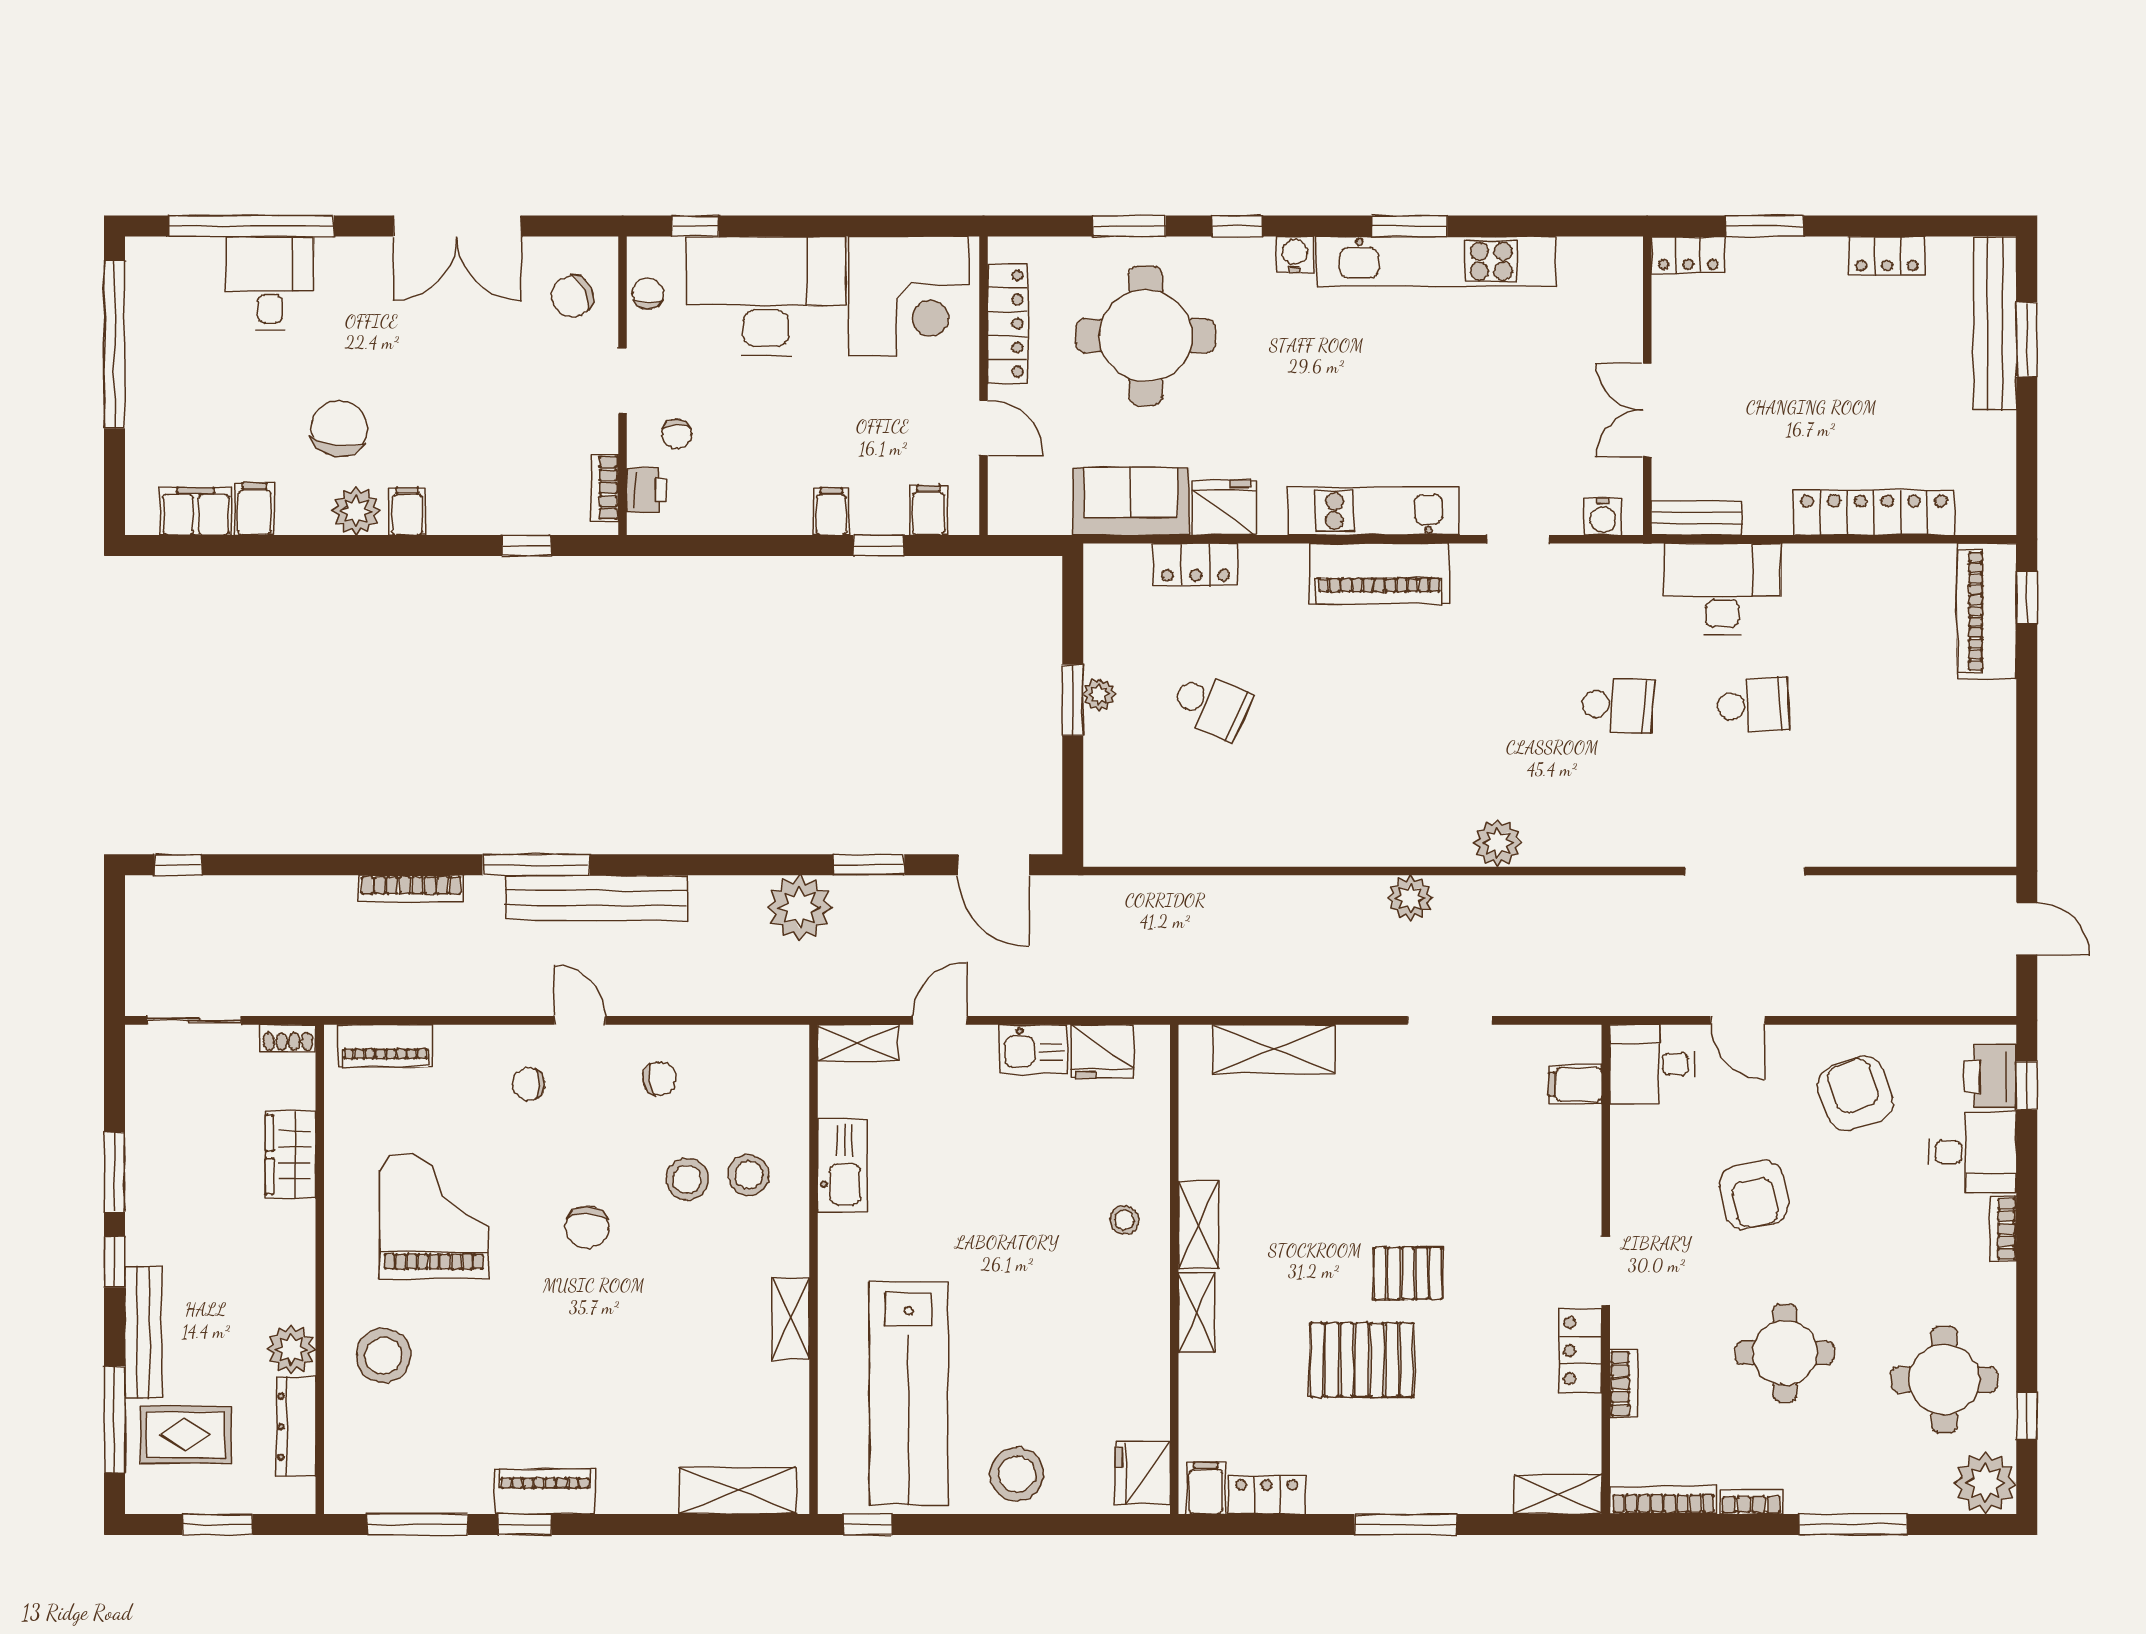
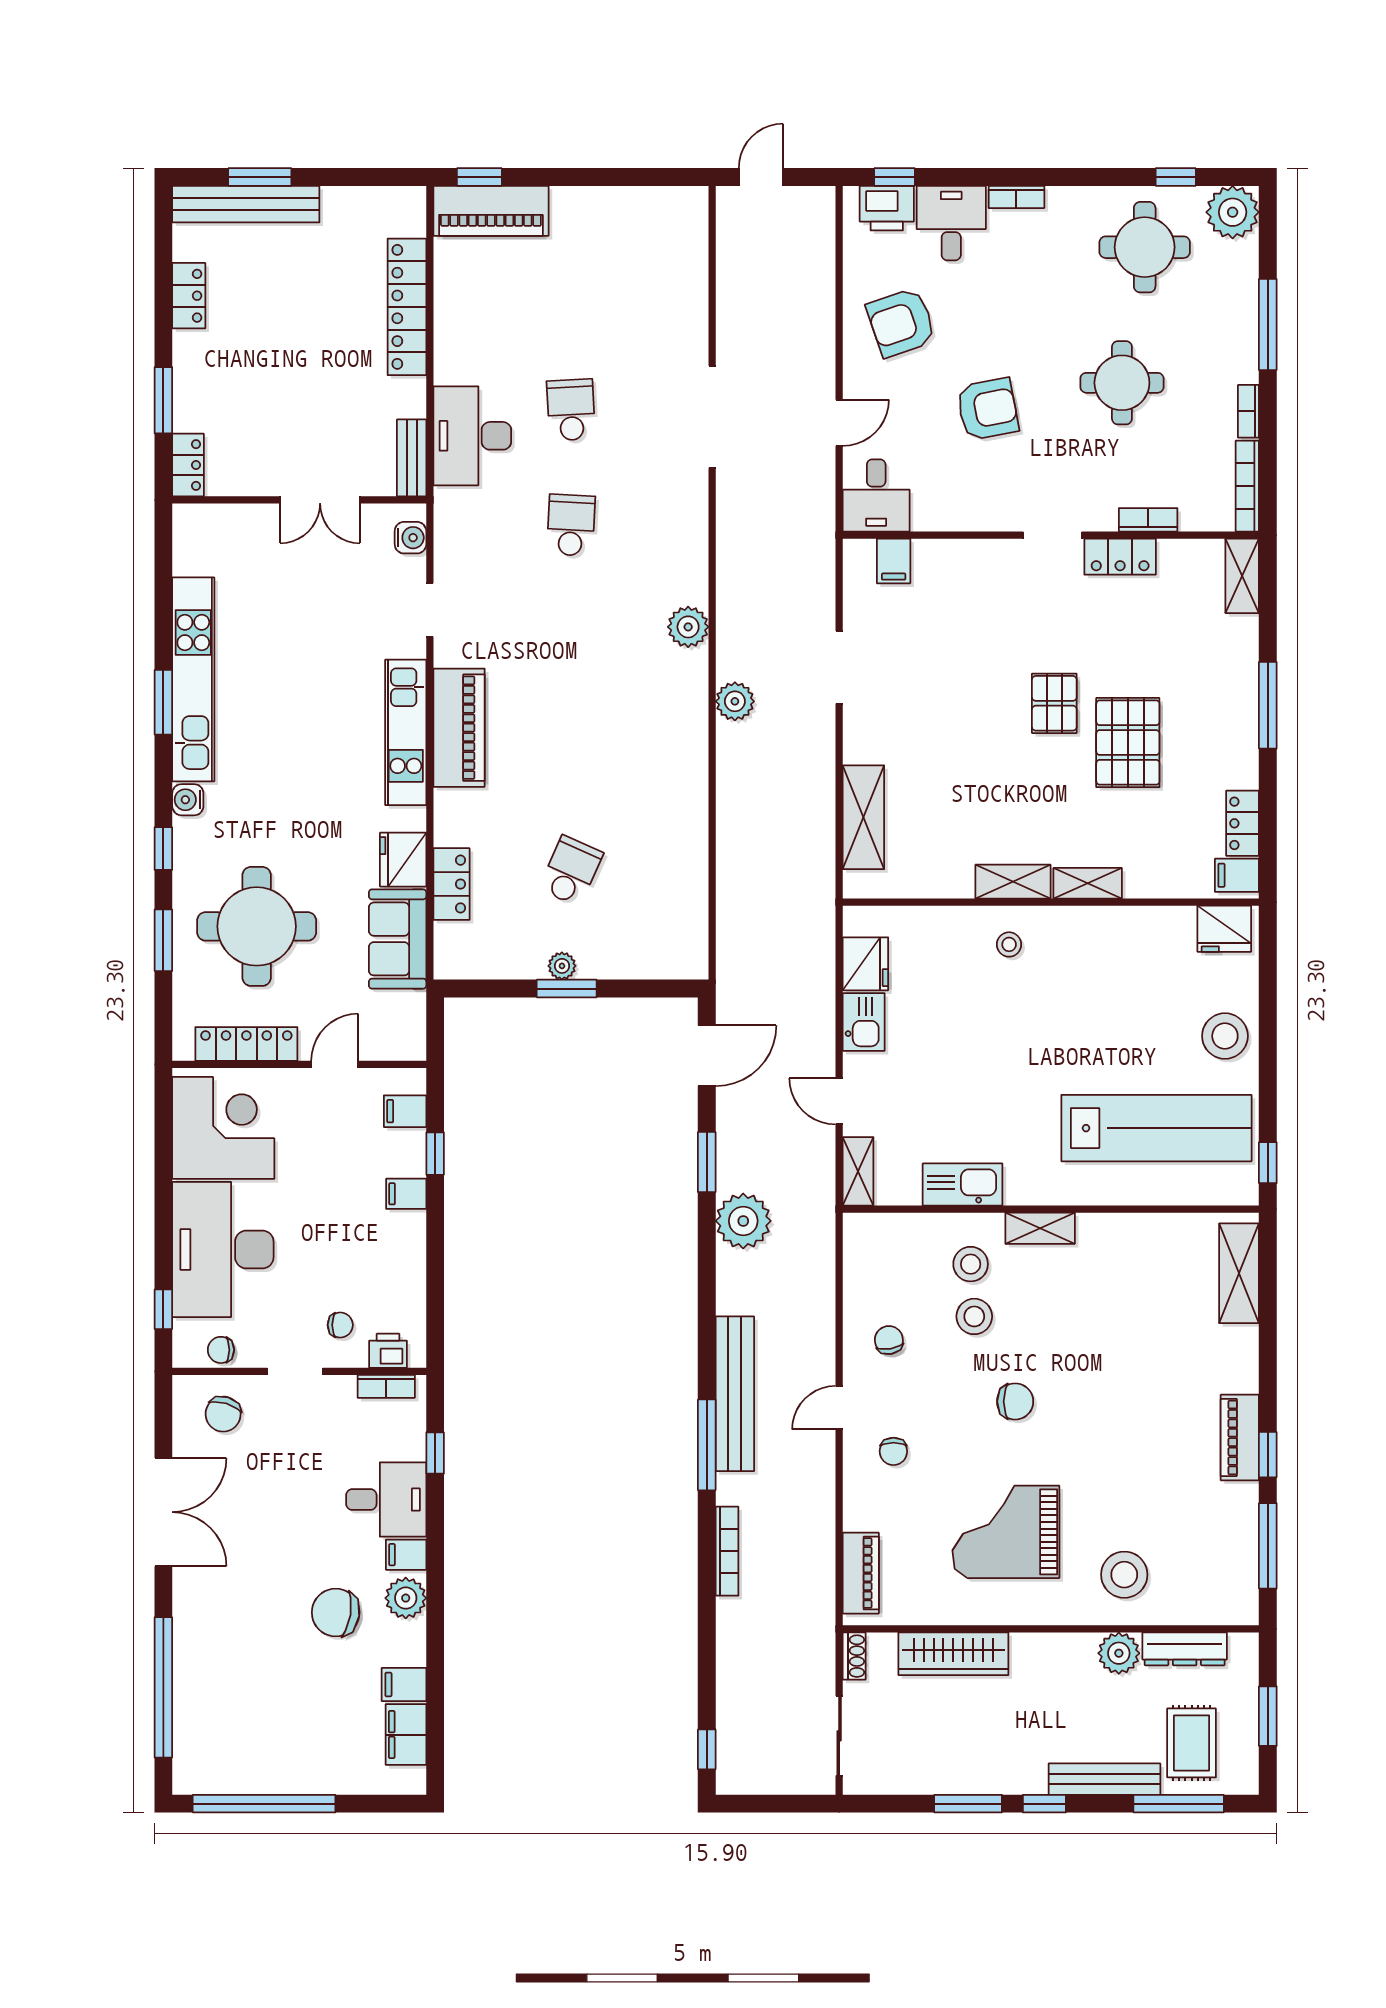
desk: (270, 284) -> (386, 1500), moved, turned 180
chair: (572, 296) -> (223, 1414), turned 43
wardrobe: (291, 1155) -> (953, 1654), width x1.50
shelving: (791, 1318) -> (1040, 1228), moved

